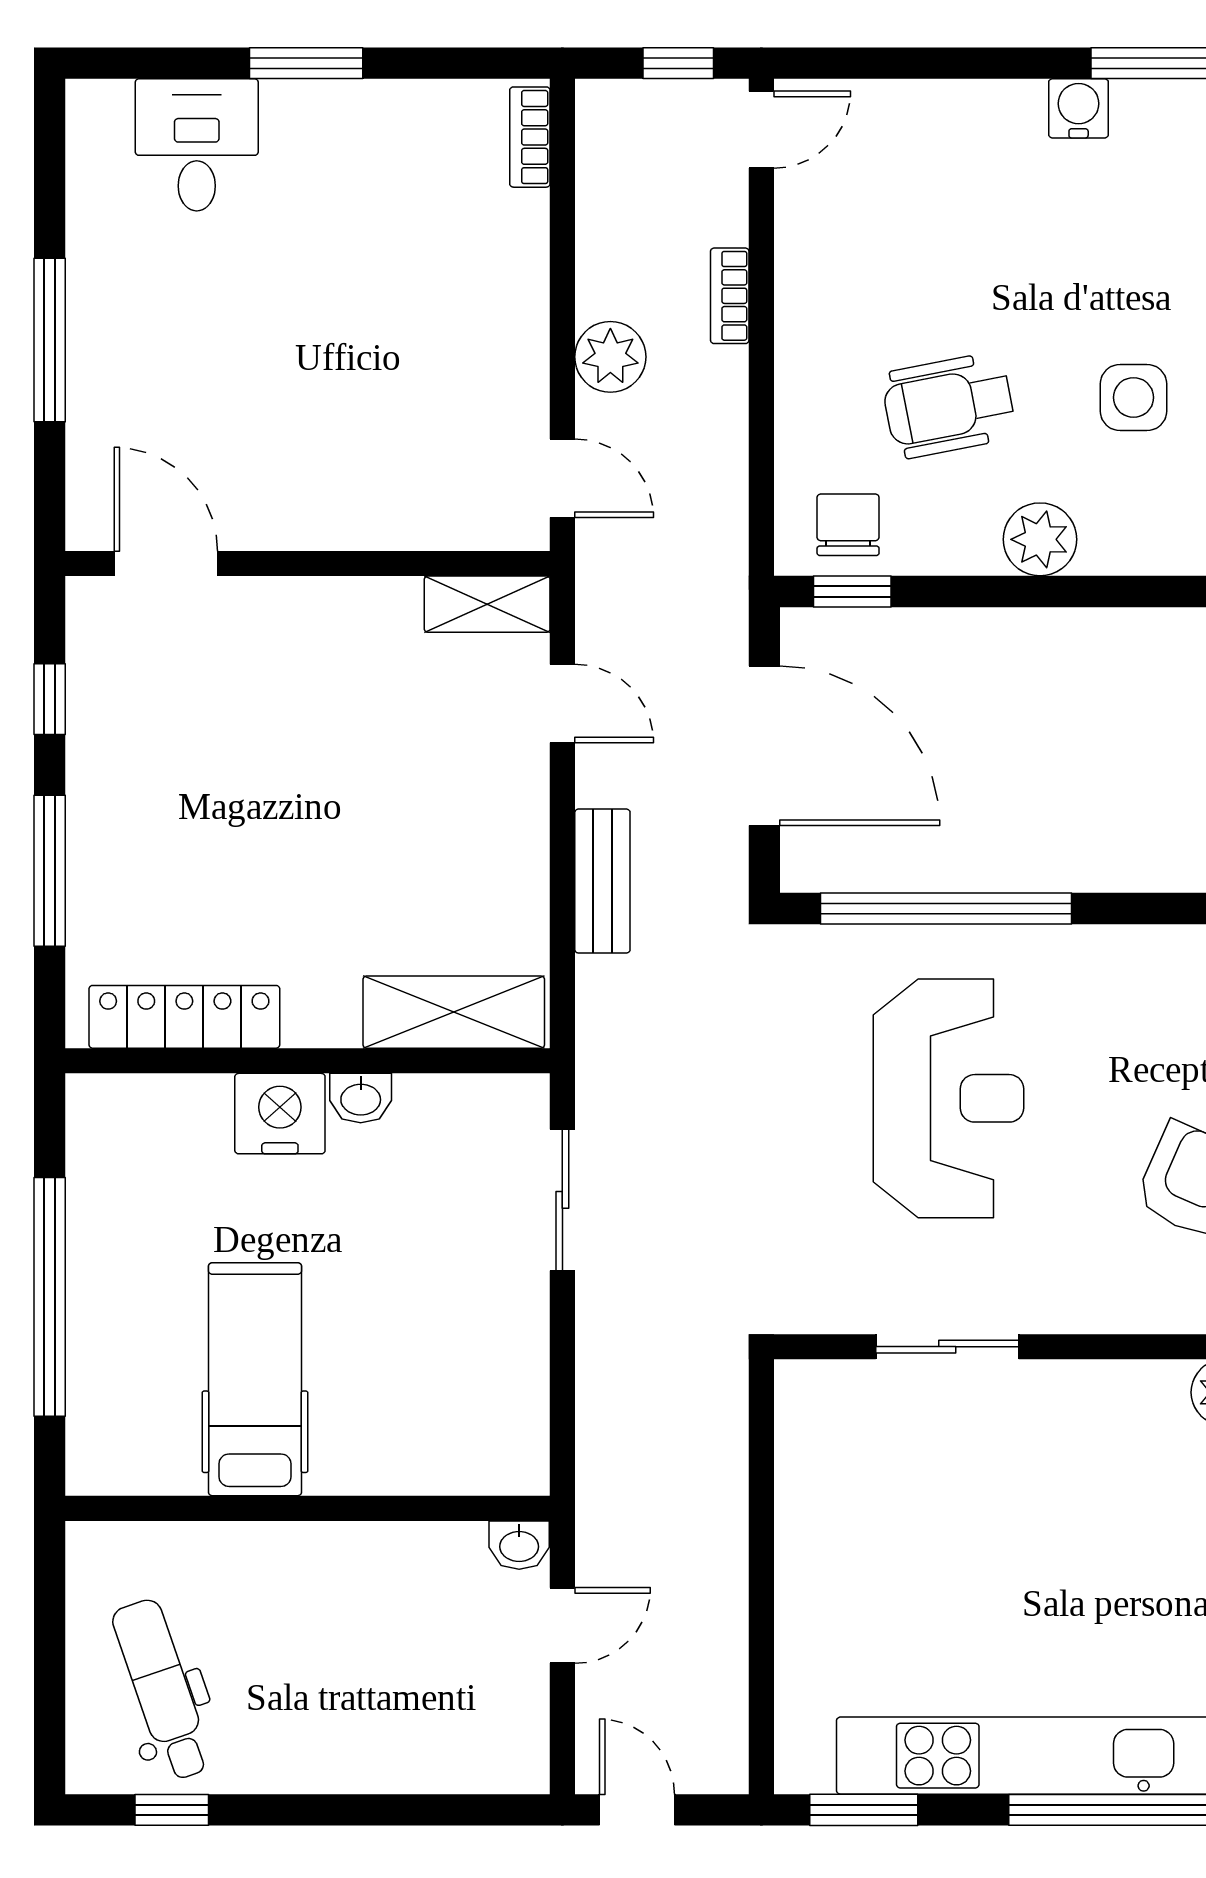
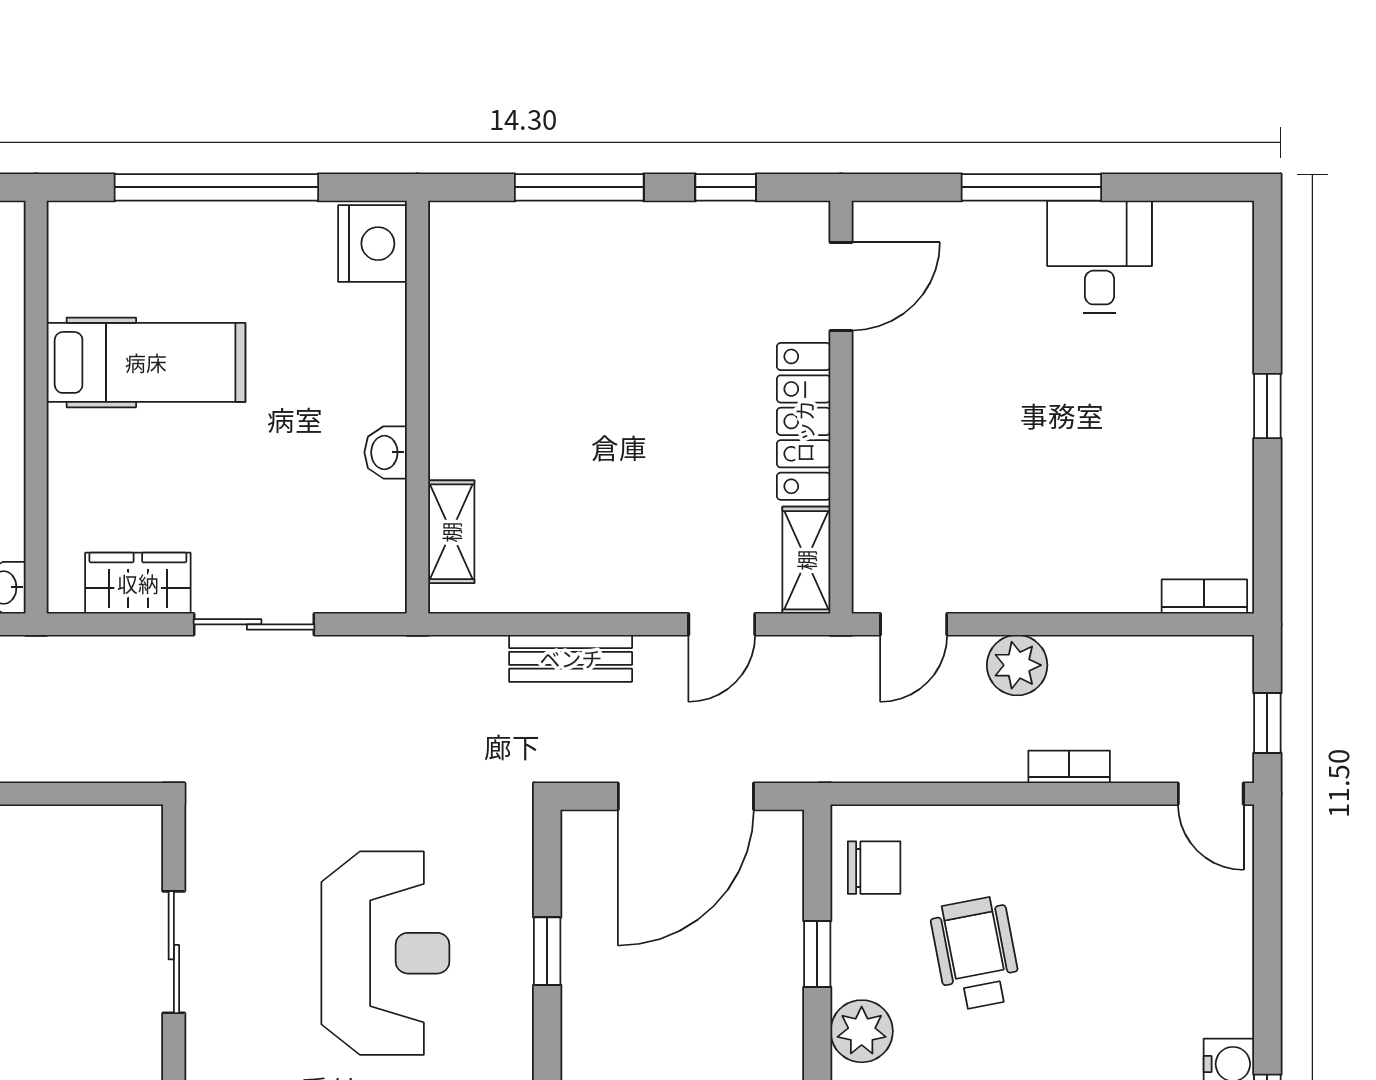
window: (306, 63) -> (1267, 406), width x0.67
desk: (197, 145) -> (1100, 257), moved, turned -90
window: (852, 591) -> (817, 954), moved
window: (946, 908) -> (547, 951), width x0.32
shelving: (454, 1012) -> (451, 532), width x0.67, depth x0.75
locker: (184, 1017) -> (804, 421), moved, turned 180
reception desk: (948, 1098) -> (385, 953), turned -90
nightstand: (280, 1114) -> (372, 244), moved
sliding door: (562, 1200) -> (254, 624), moved
wardrobe: (514, 1389) -> (138, 583), added

